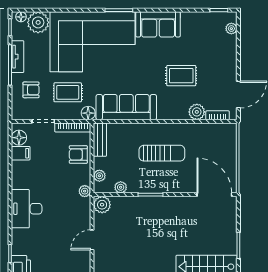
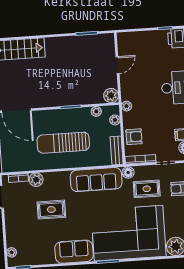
sun lounger: (162, 153) -> (63, 143), width x1.36, depth x1.34

